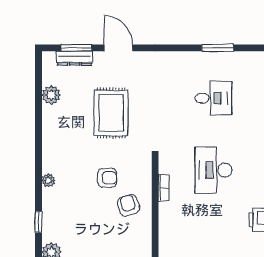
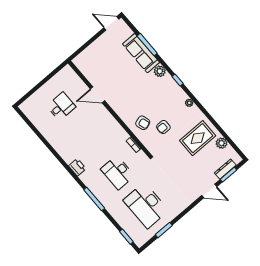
desk: (213, 98) -> (146, 205), width x1.87, depth x1.30
rug: (111, 113) -> (198, 138), moved, turned 90
desk: (213, 170) -> (118, 172), turned 180

